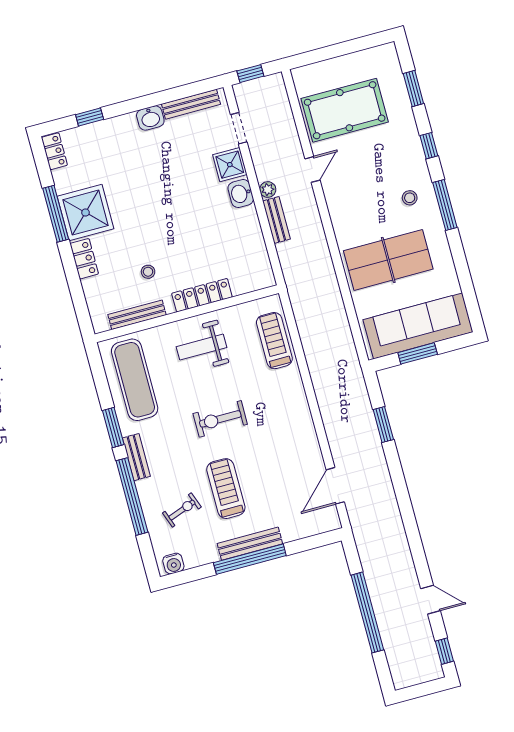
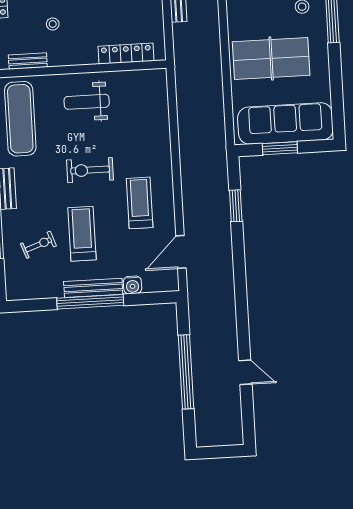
locker: (202, 295) -> (126, 54), moved
bench: (137, 315) -> (28, 61), width x0.73
treadmill: (274, 341) -> (140, 203), moved
water cooler: (173, 564) -> (133, 285), moved
window: (444, 651) -> (248, 421), removed

